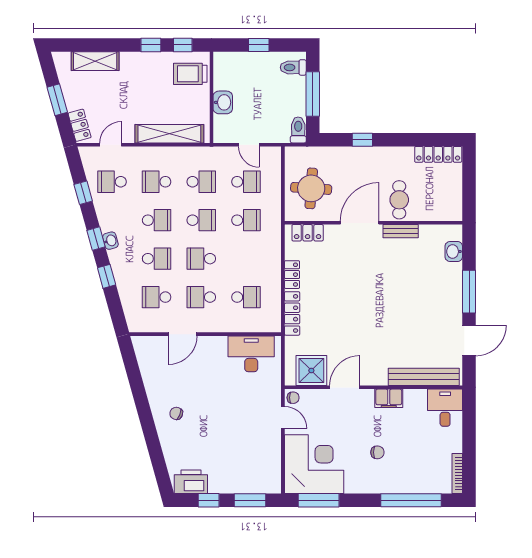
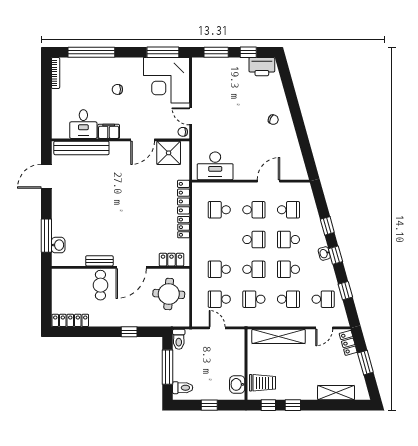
washbasin: (223, 102) -> (237, 384), moved
school desk: (201, 220) -> (254, 269), turned 180
window: (469, 292) -> (46, 236), moved
desk: (445, 408) -> (83, 124), moved

